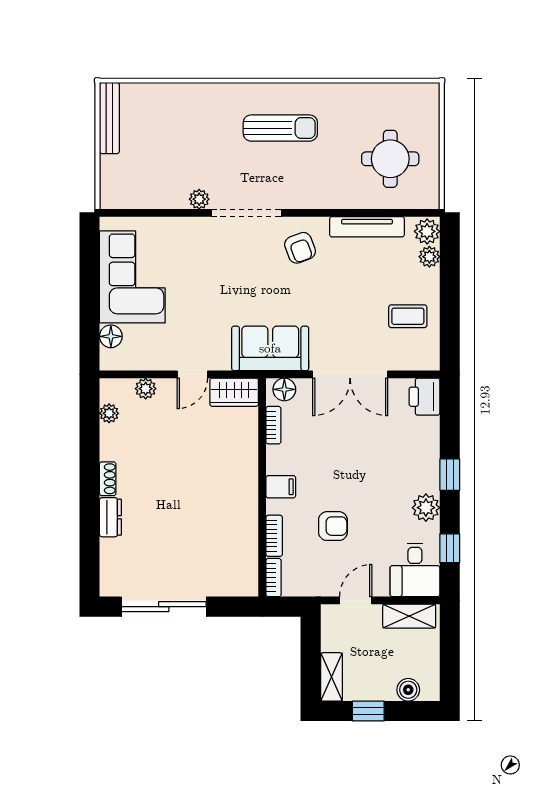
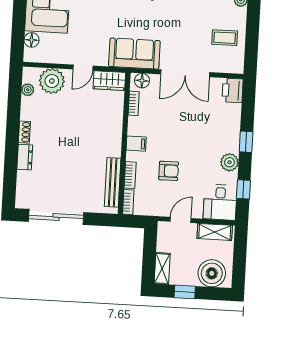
plant: (146, 389) -> (52, 81), width x1.87, depth x1.87
bench: (248, 549) -> (113, 182), added
boiler: (408, 690) -> (212, 273), width x1.86, depth x1.86

